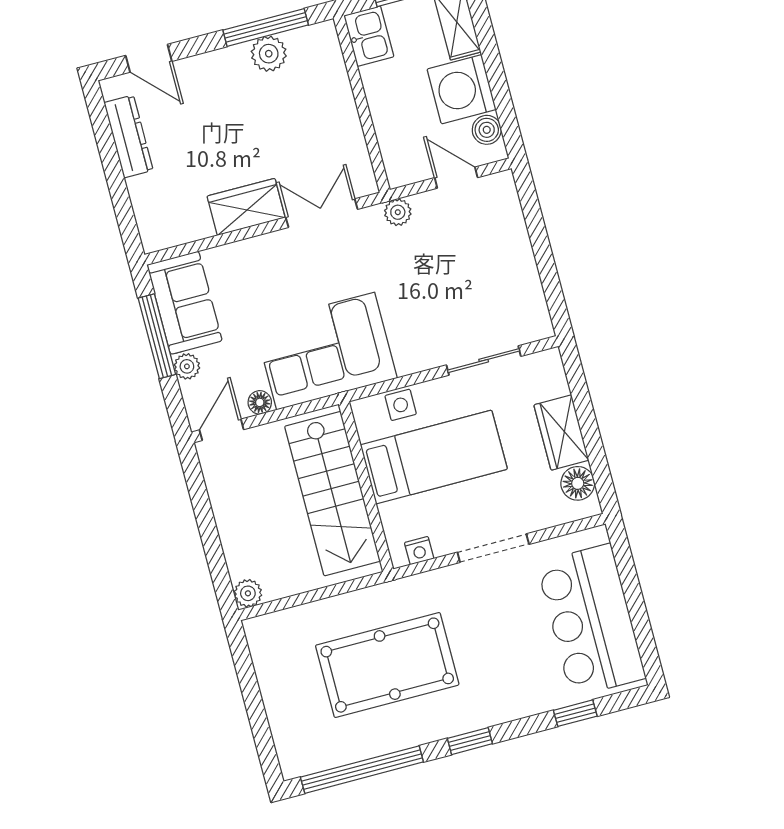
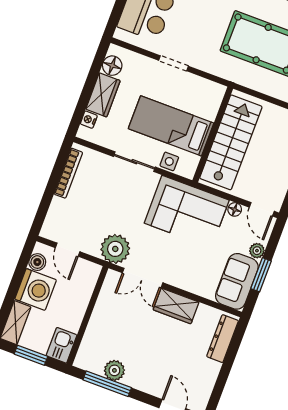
dresser: (129, 136) -> (223, 339), moved
plant: (398, 212) -> (115, 249), width x1.87, depth x1.87
bookcase: (532, 287) -> (68, 173), added
window: (157, 336) -> (261, 275), width x0.69
sliding door: (484, 361) -> (134, 162), moved
door: (222, 430) -> (262, 209), hinge flipped
doorway: (493, 548) -> (173, 63), width x0.73
nightstand: (419, 551) -> (89, 120), moved, turned -90

